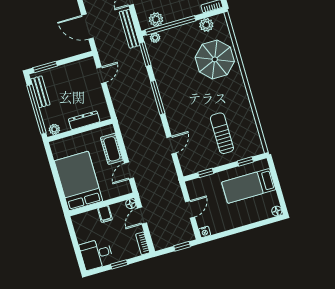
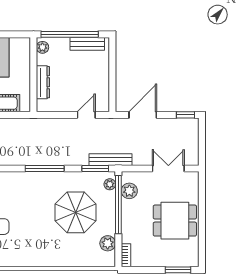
bench: (130, 29) -> (110, 160), moved
parasol: (215, 59) -> (76, 212), moved
window: (45, 67) -> (112, 57), removed
door: (101, 75) -> (86, 115), swing flipped

